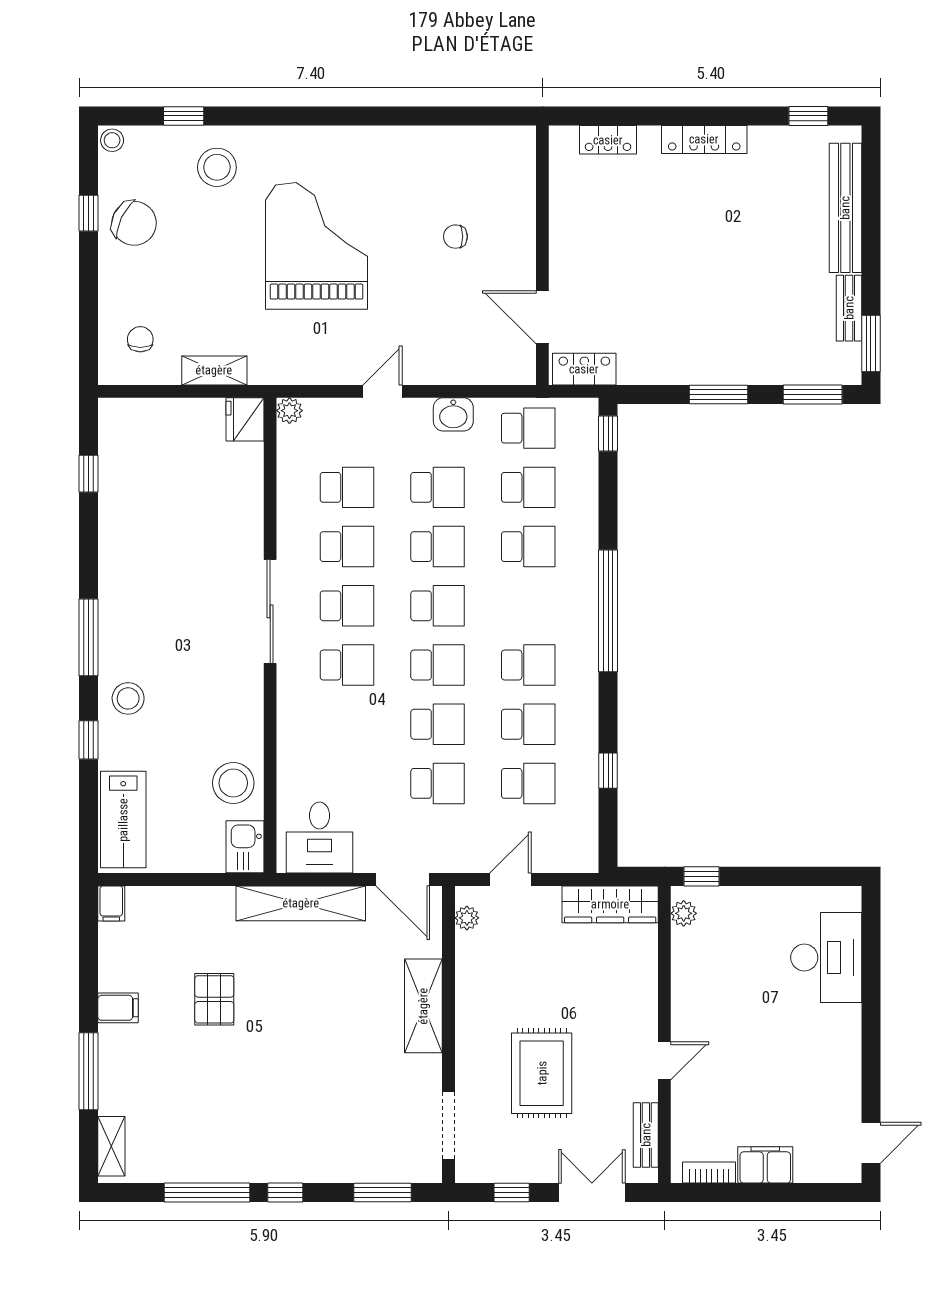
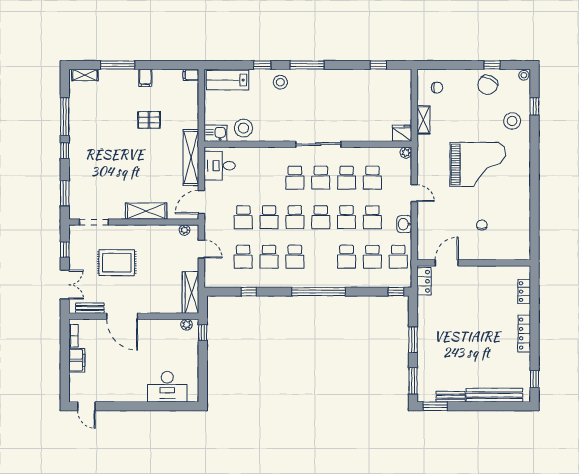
door: (664, 1061) -> (122, 316), width x1.88

